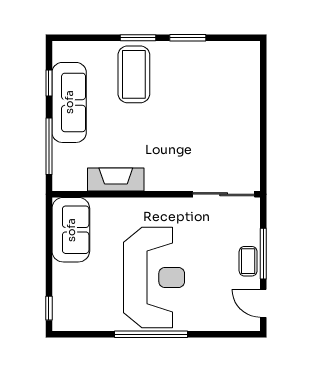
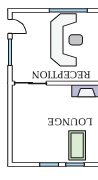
coffee table: (248, 261) -> (18, 48), removed
reception desk: (154, 277) -> (67, 40), turned 180

